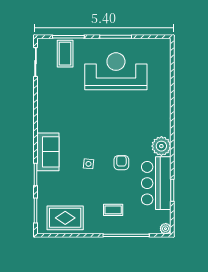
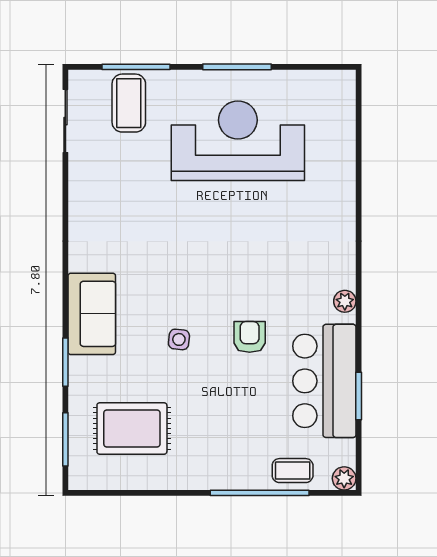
plant: (161, 146) -> (345, 301), width x0.53, depth x0.53
coffee table: (113, 210) -> (293, 471), moved
rug: (65, 218) -> (132, 428), moved

